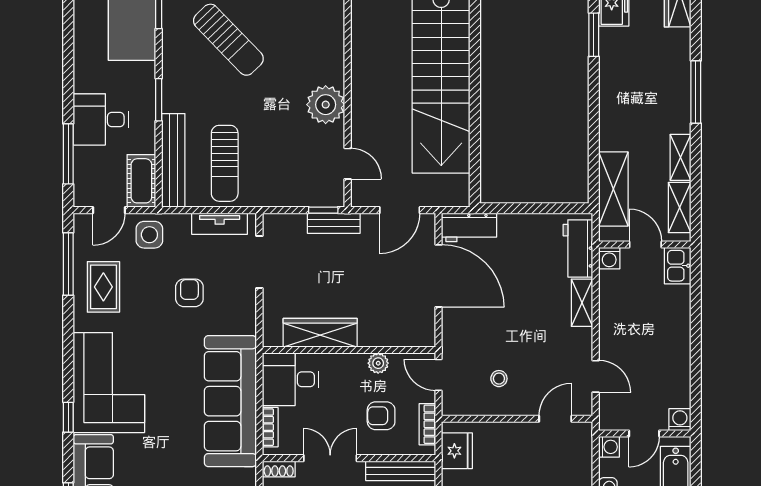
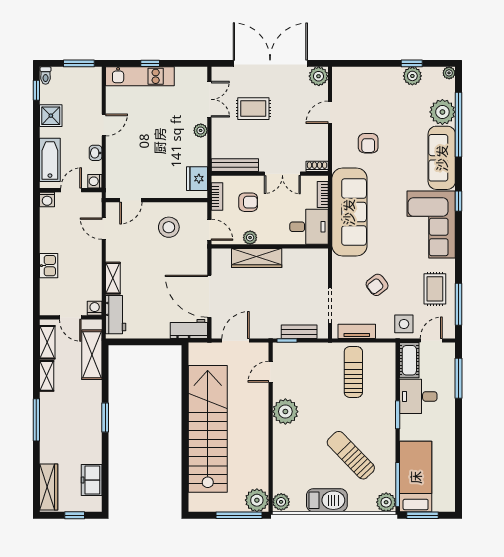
window: (594, 35) -> (105, 417), moved
desk: (101, 119) -> (418, 396), moved, turned 180
bench: (173, 160) -> (388, 374), removed
door: (348, 164) -> (271, 372), hinge flipped
bench: (334, 223) -> (299, 332), moved
kitchen sink: (678, 266) -> (49, 266), moved
armchair: (189, 293) -> (377, 285), turned 52
wardrobe: (320, 333) -> (257, 258), moved
stool: (499, 379) -> (169, 227), width x1.89, depth x1.89

